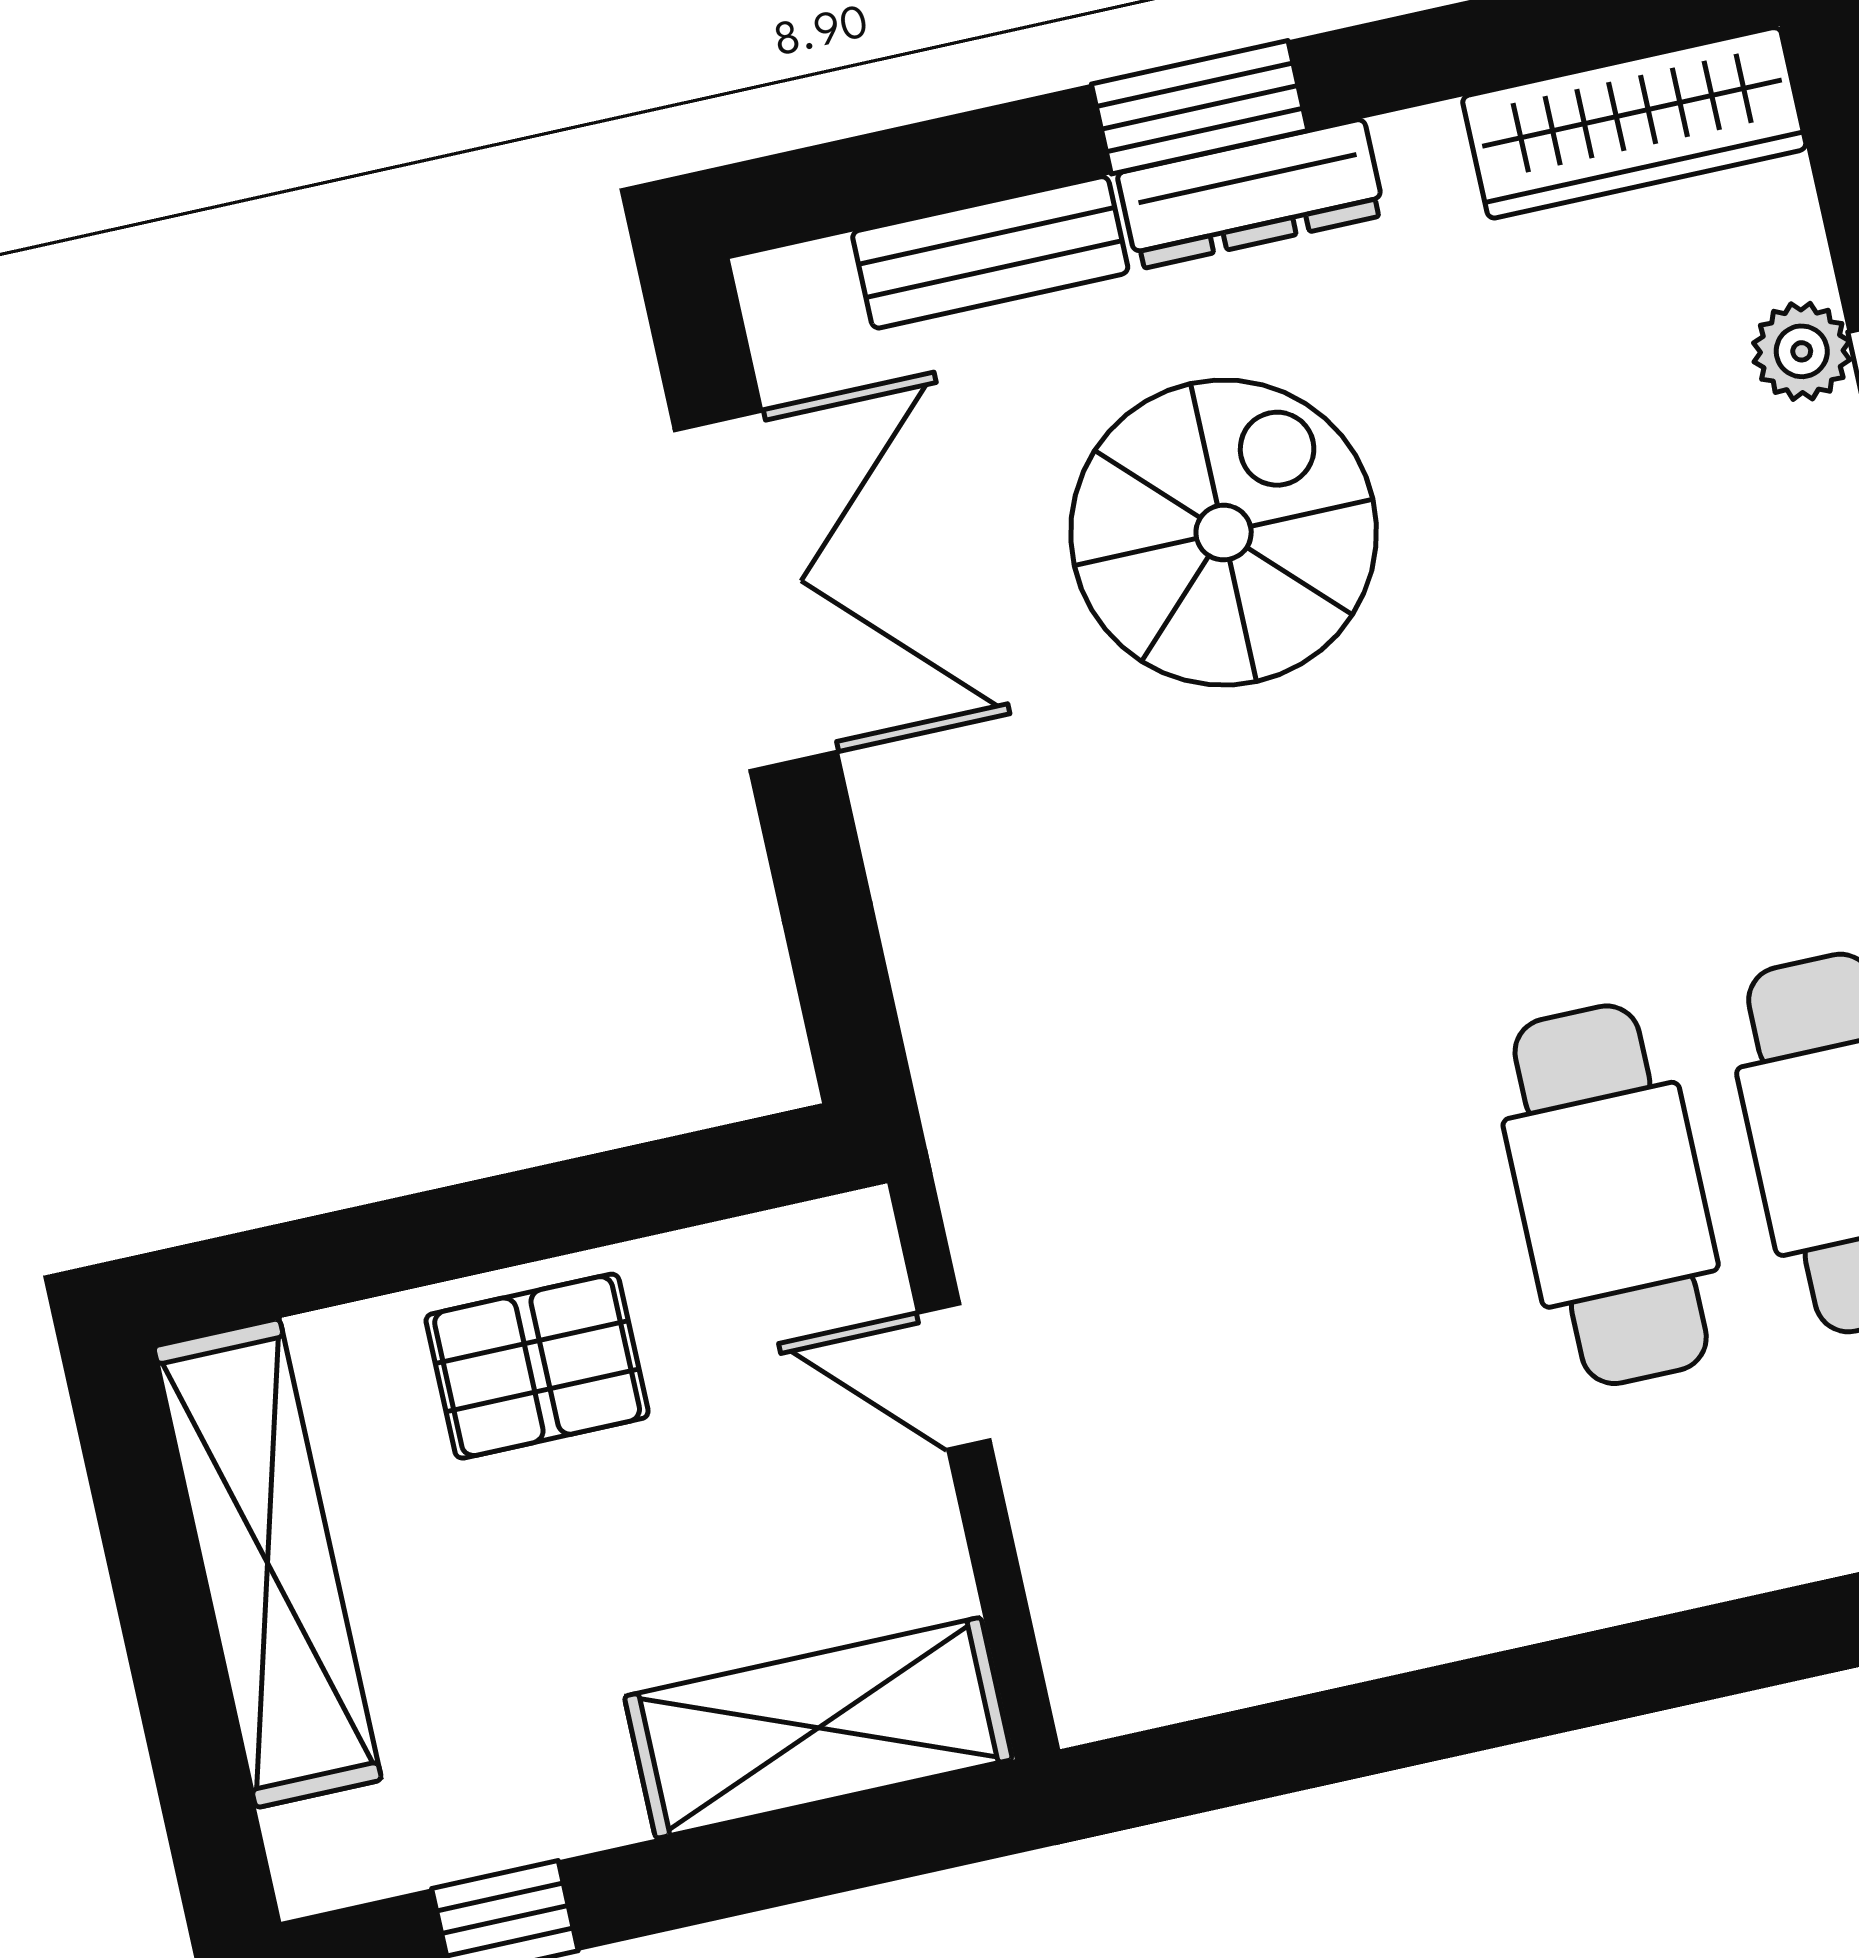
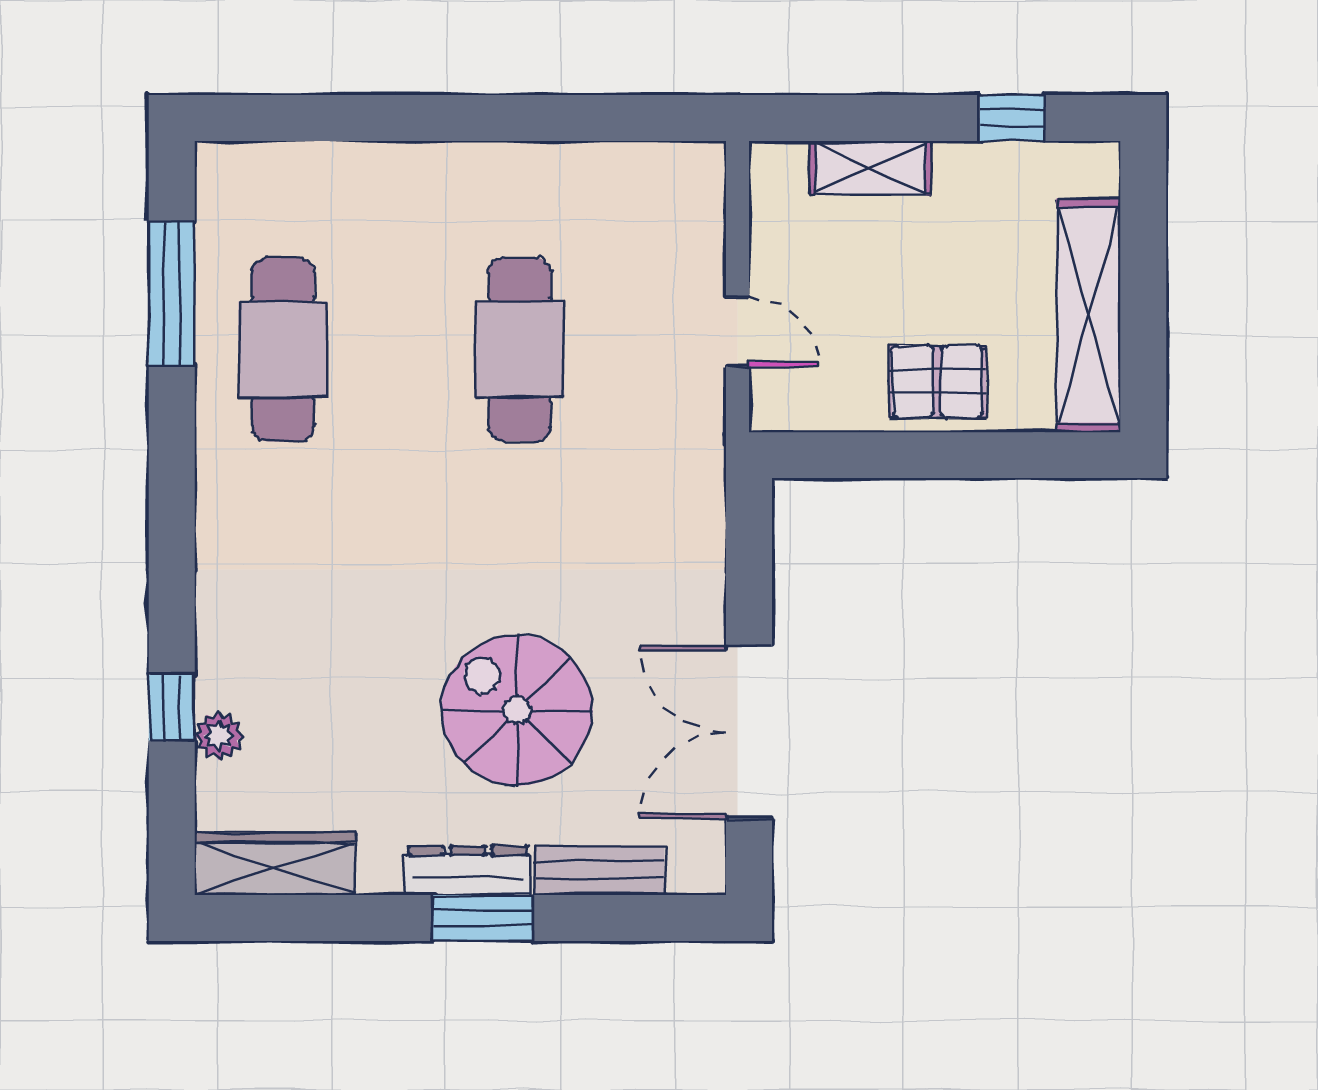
spiral stairs: (1224, 533) -> (517, 710), turned 90
cafe table: (1611, 1195) -> (519, 349), moved
shelving: (818, 1728) -> (871, 168), width x0.67, depth x0.75

